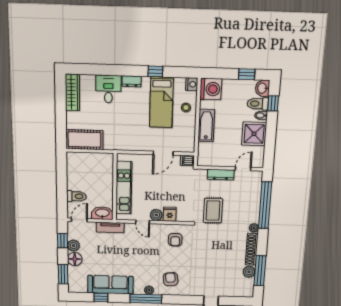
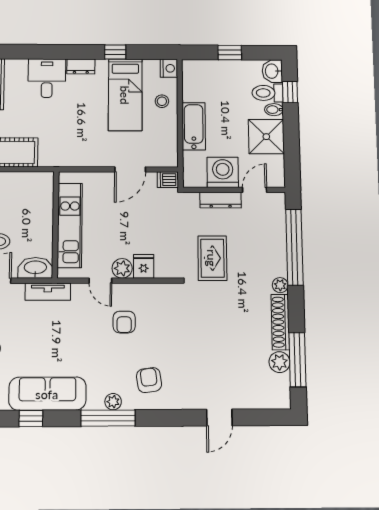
window: (247, 74) -> (230, 53), moved
washing machine: (211, 89) -> (223, 172), moved, turned -90
armchair: (175, 240) -> (124, 322), moved

